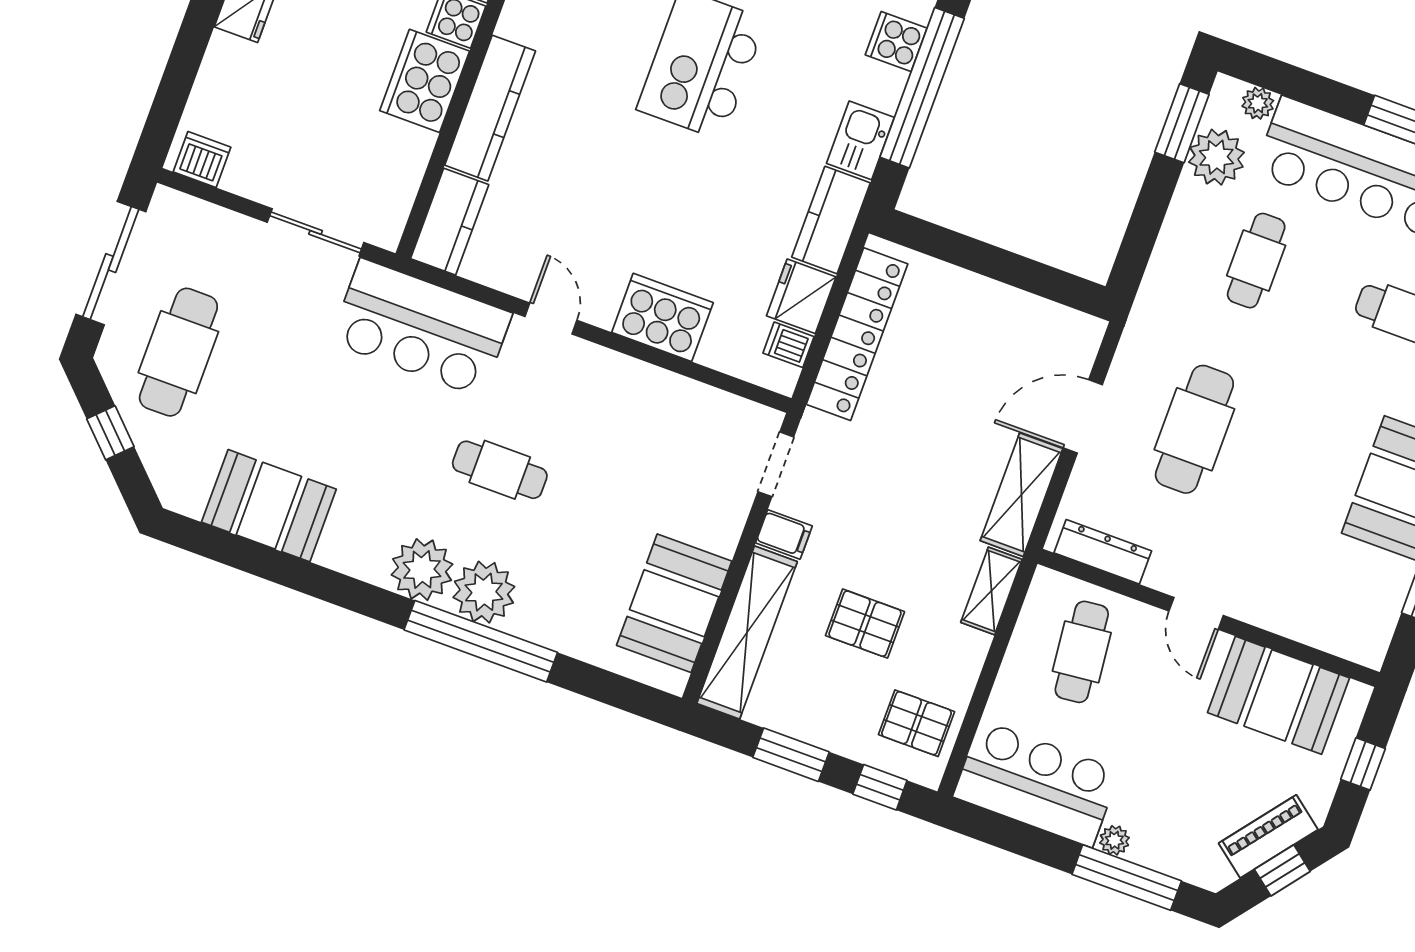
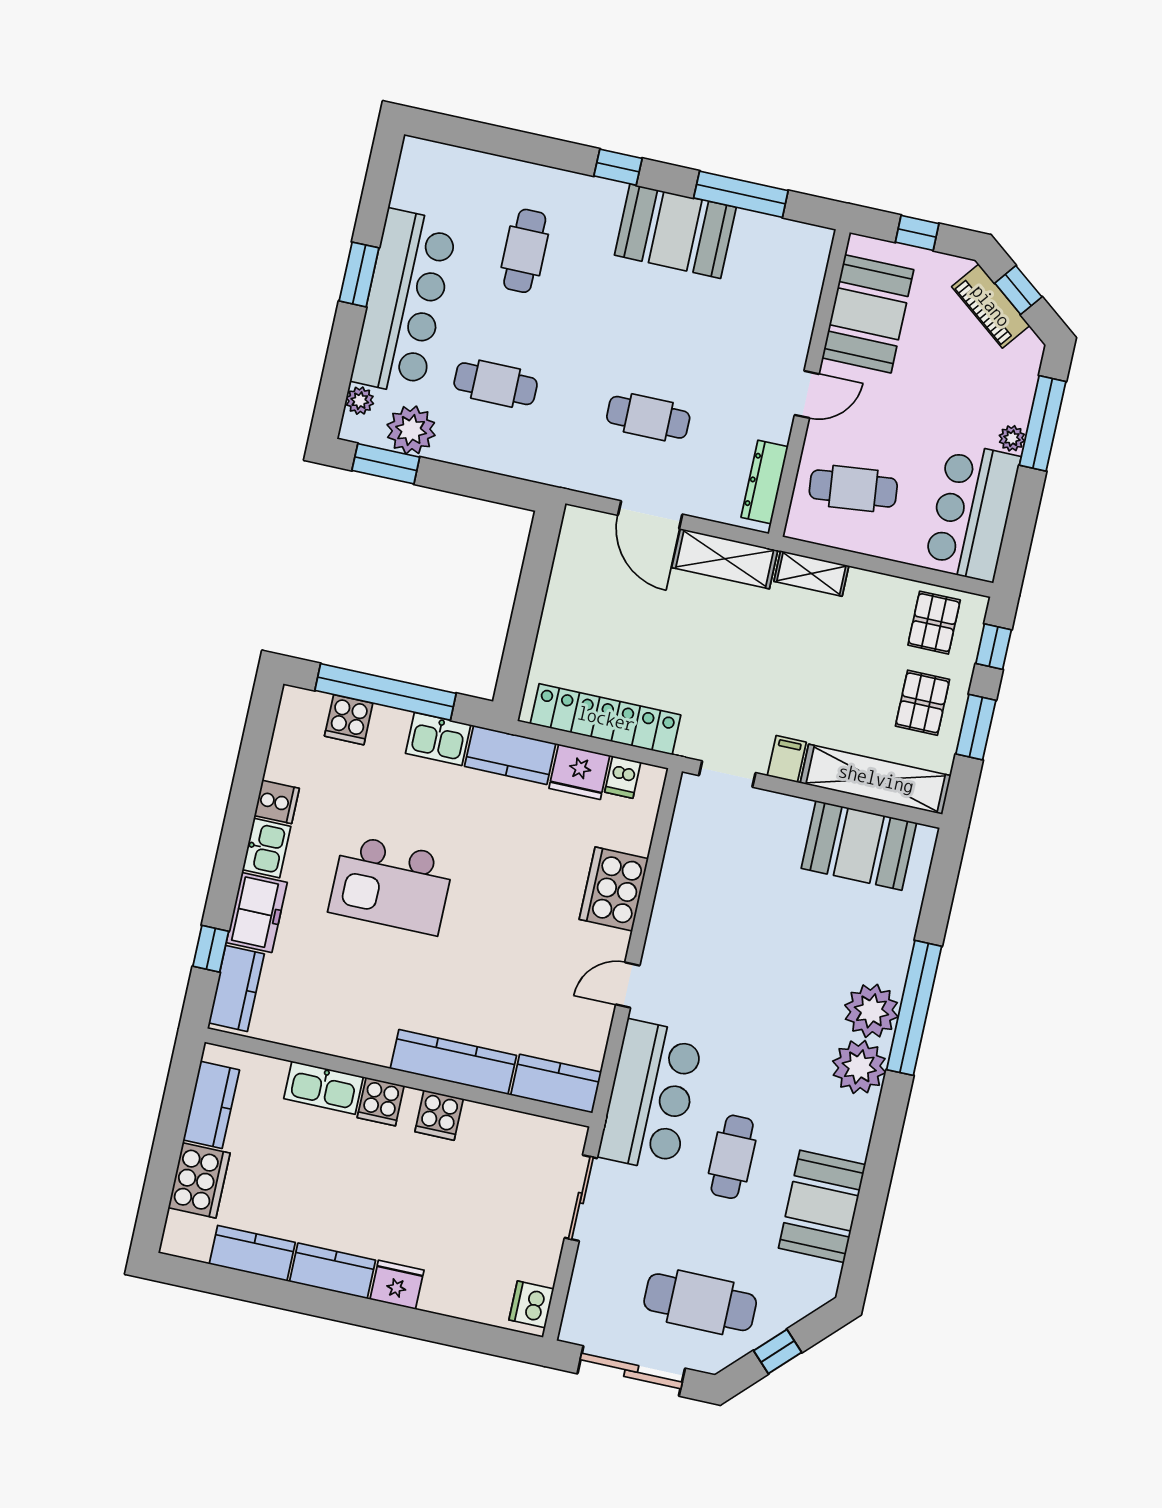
cooker: (425, 81) -> (439, 1115), width x0.53, depth x0.76
cafe table: (1194, 429) -> (648, 417), width x0.73, depth x0.74
cafe table: (500, 470) -> (732, 1157), moved
pallet: (865, 624) -> (922, 703), moved

